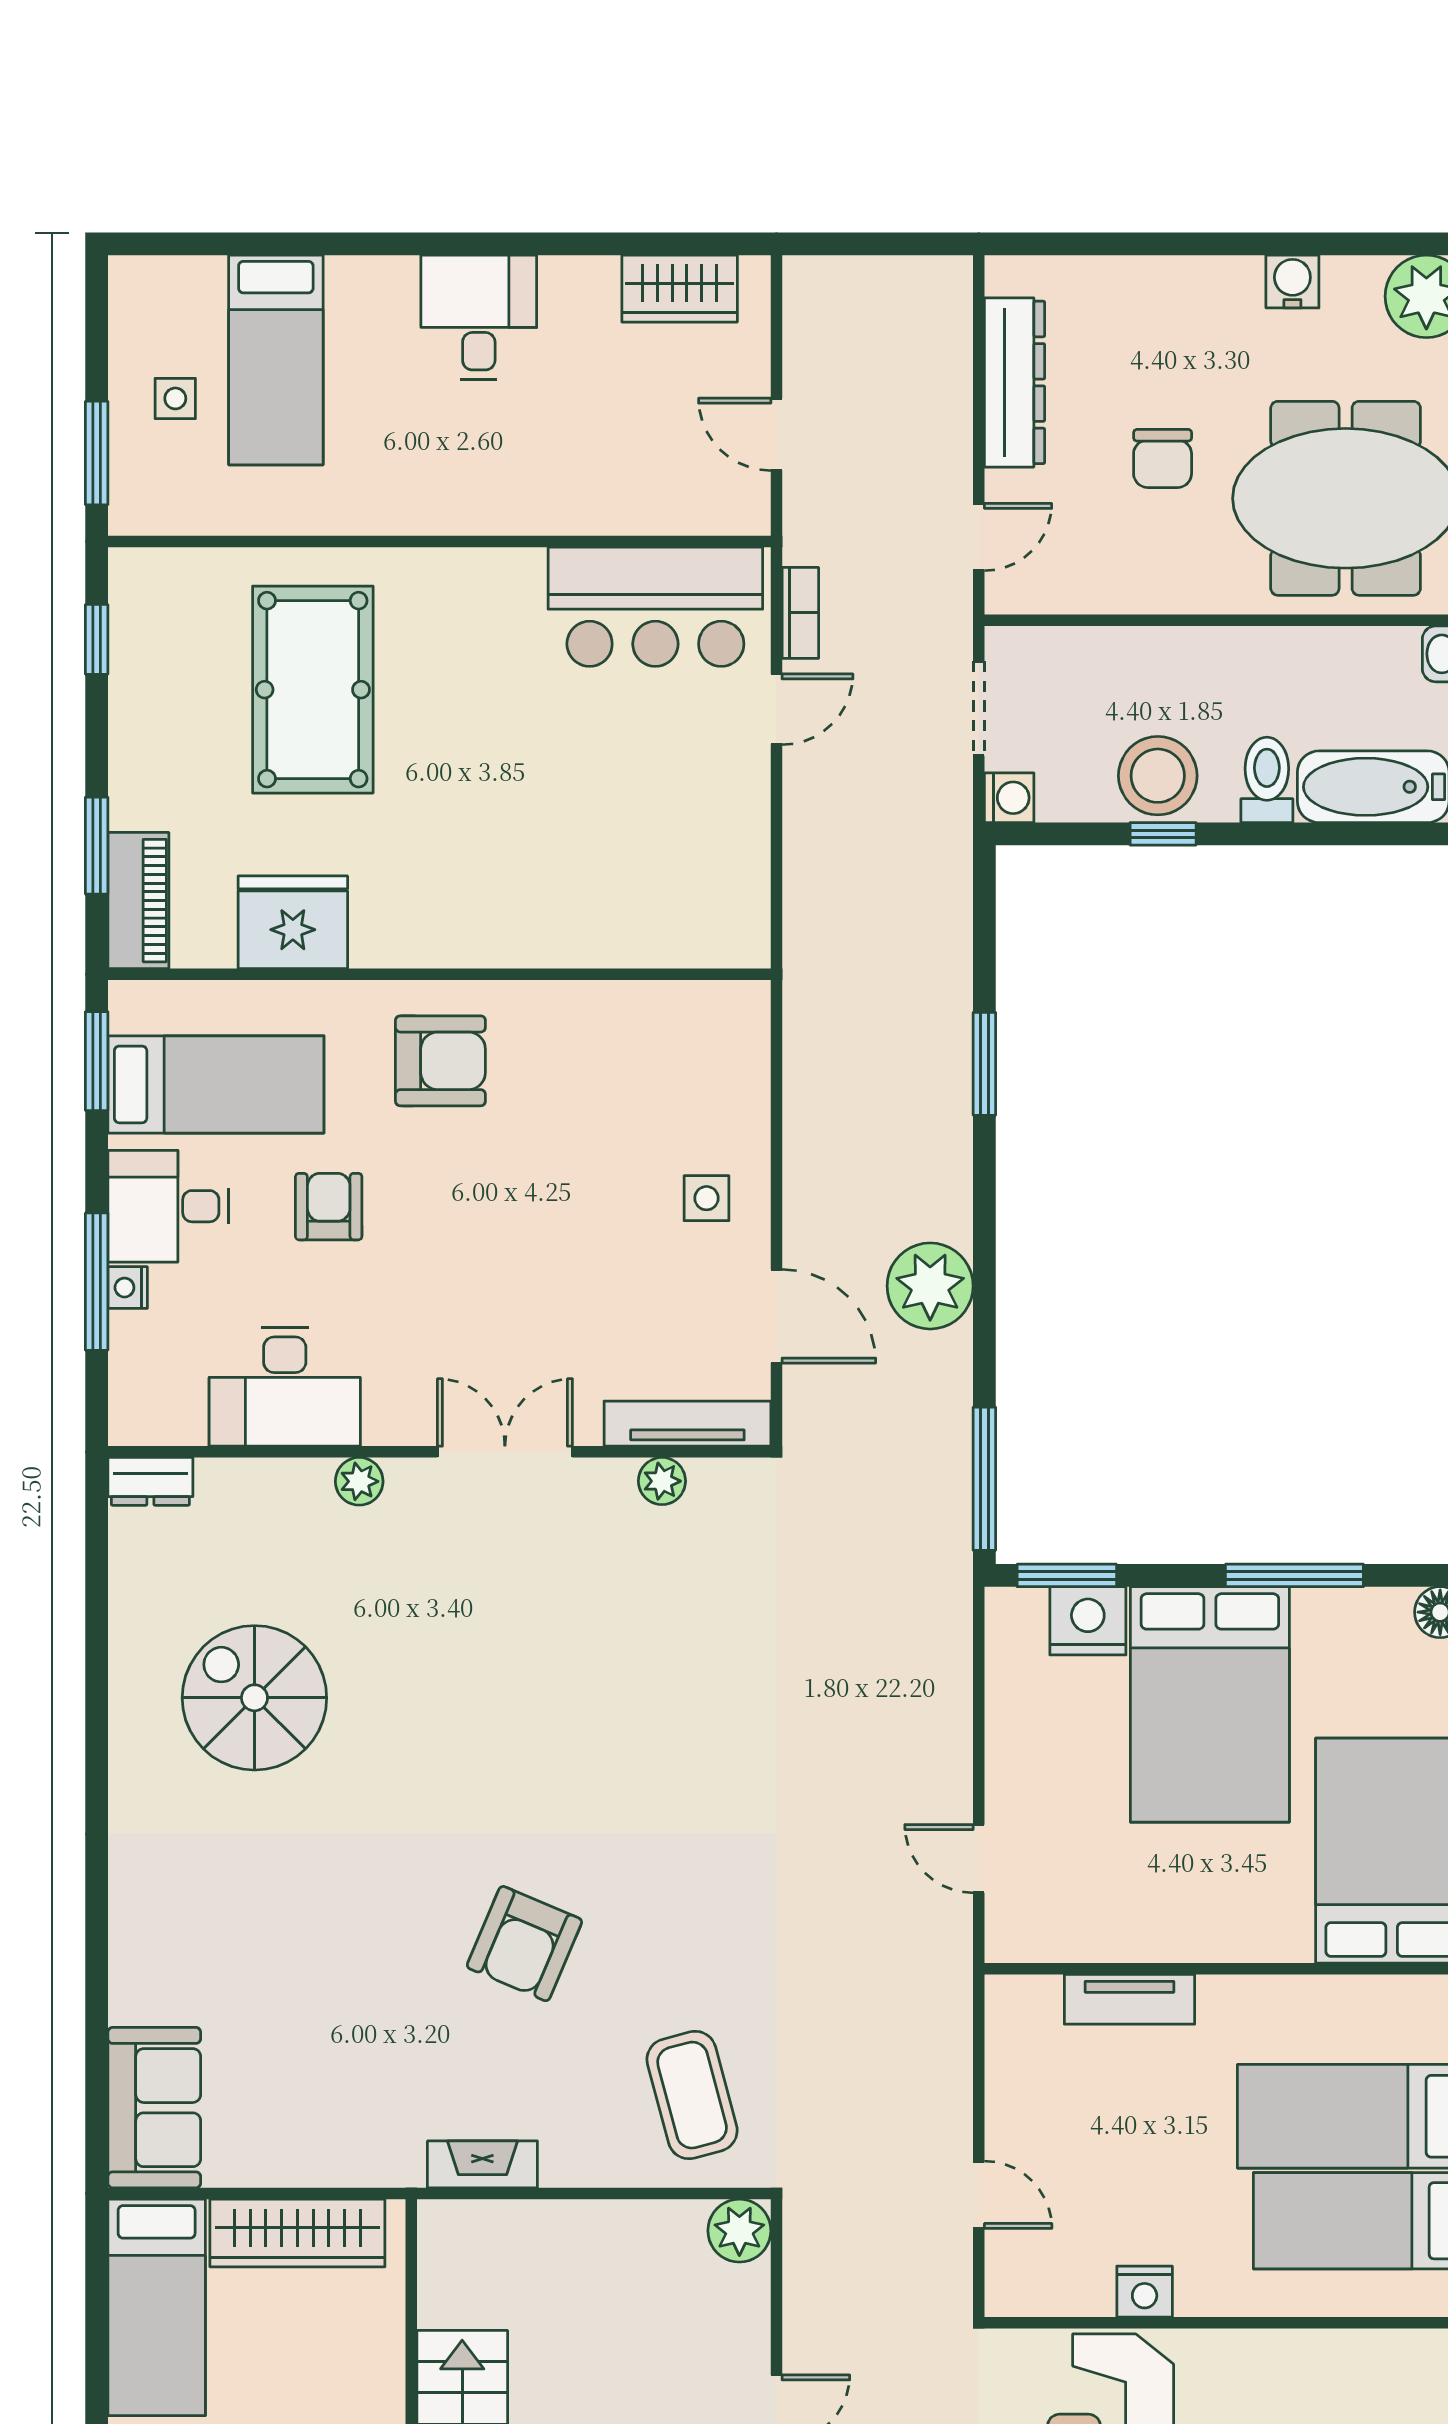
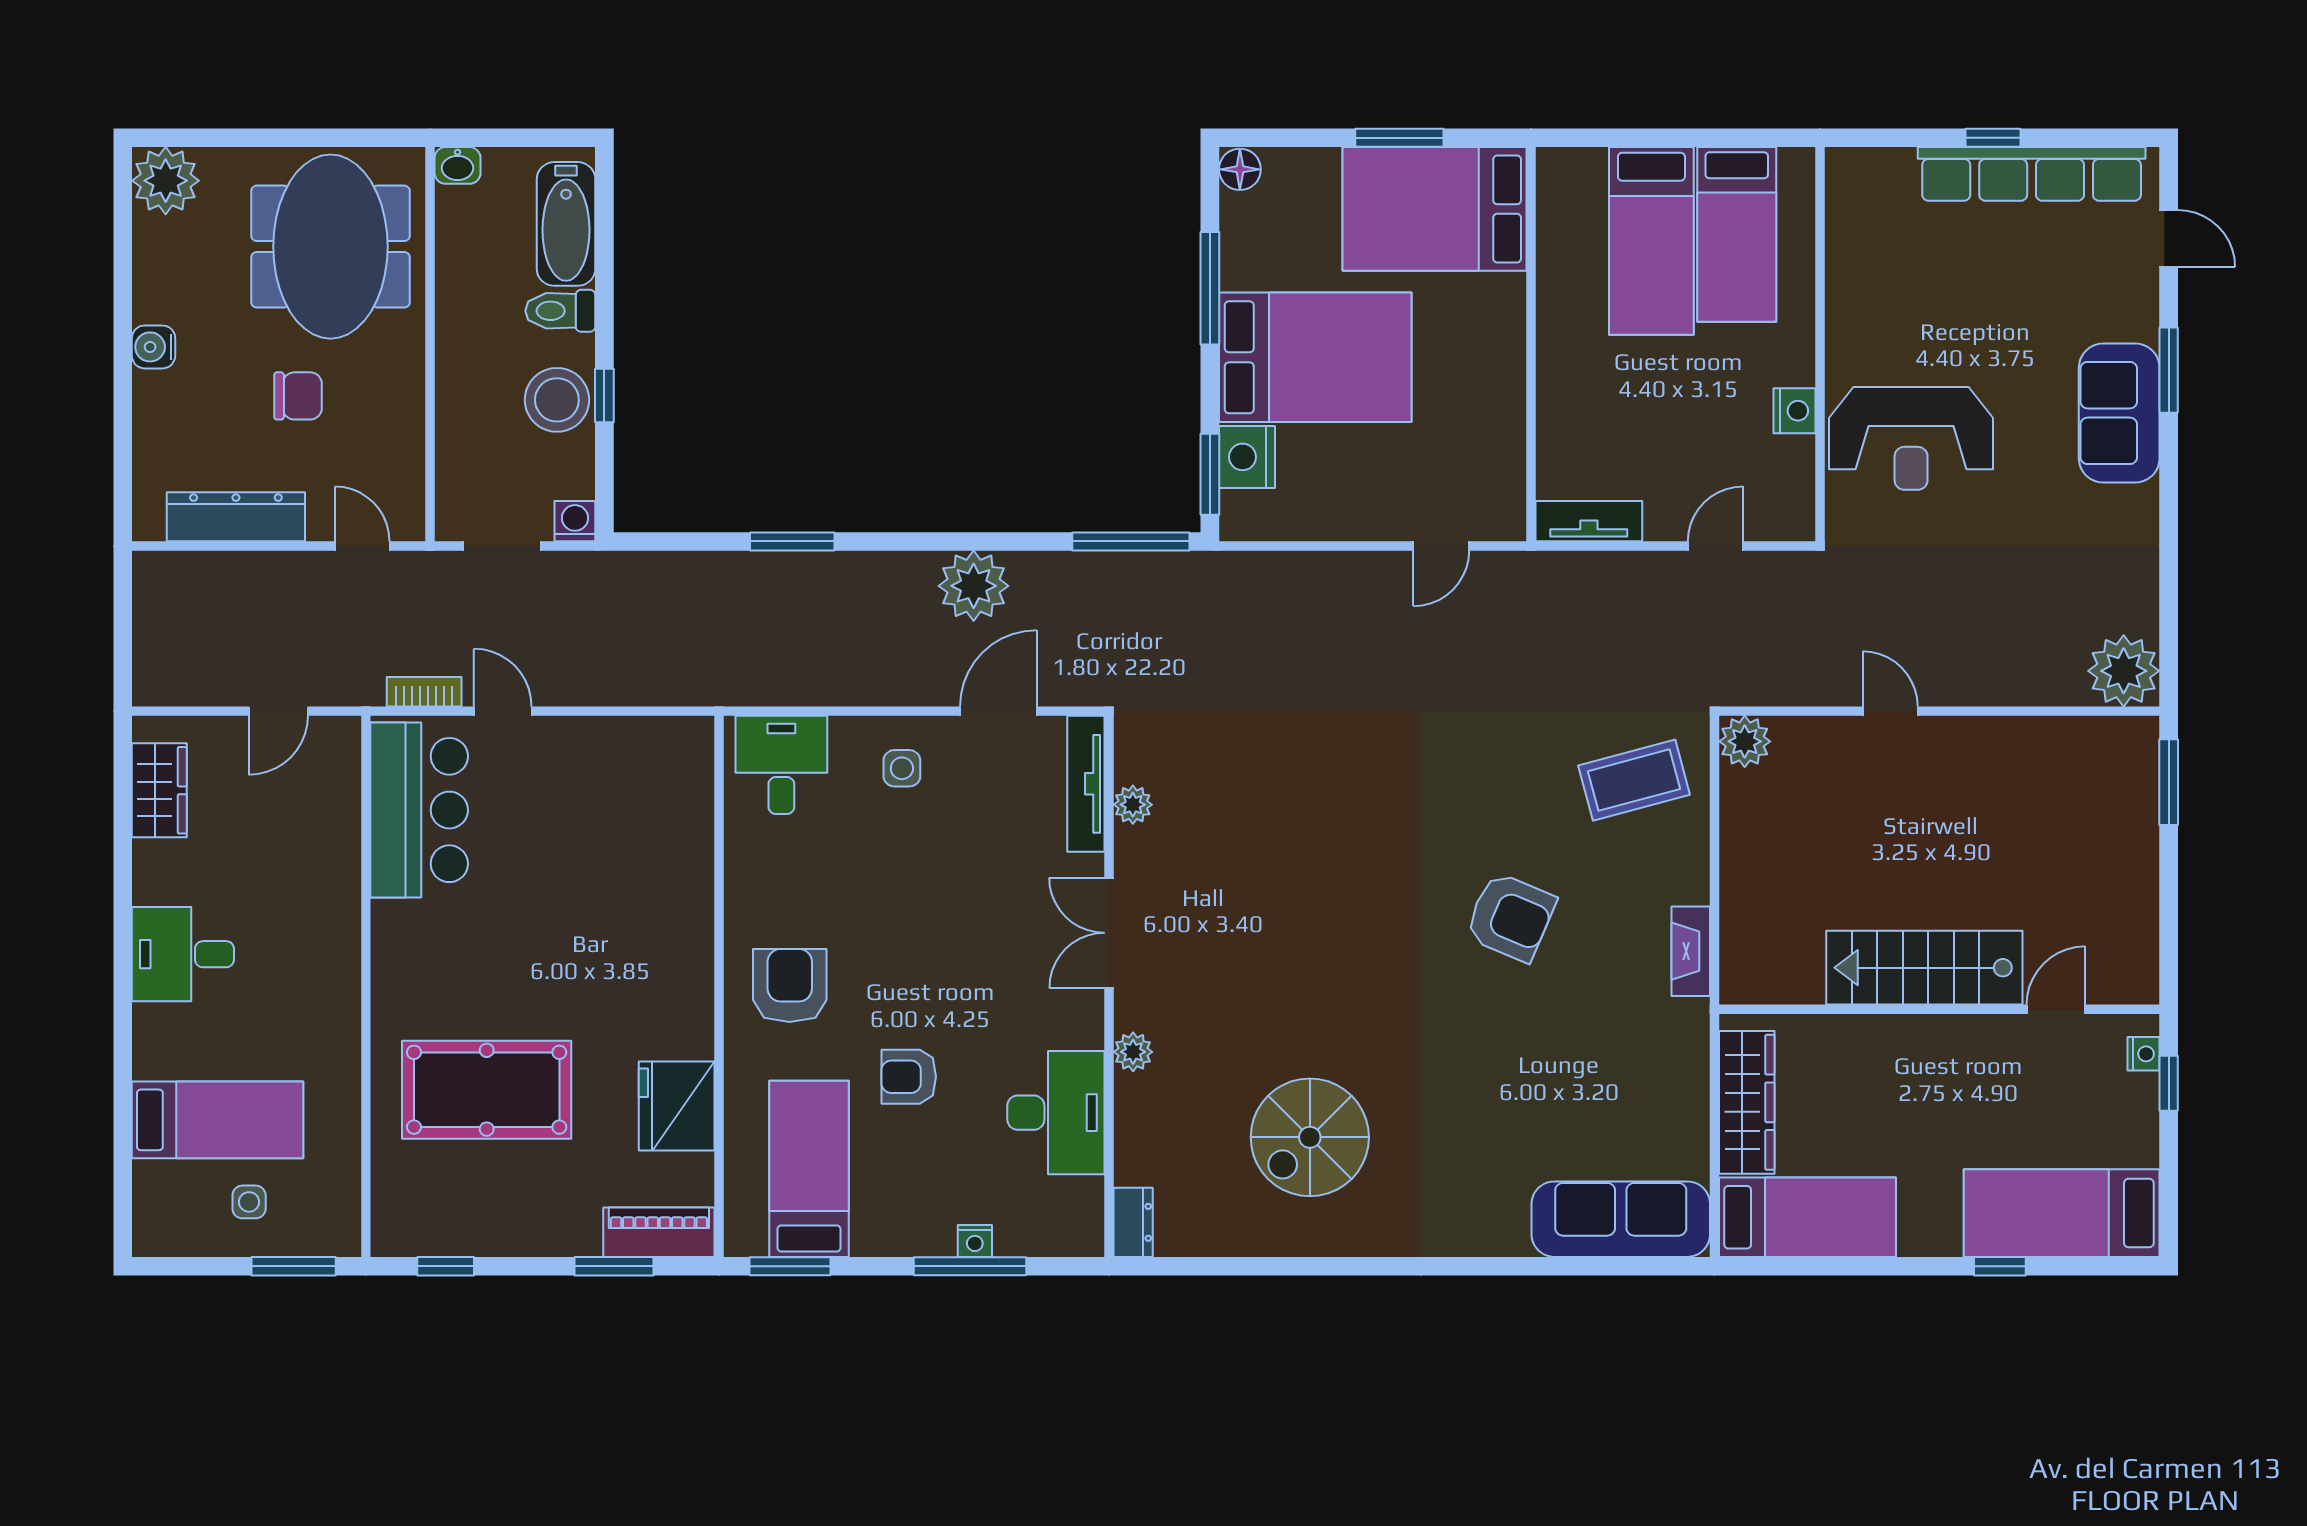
water cooler: (1292, 282) -> (154, 347), moved
desk: (168, 1206) -> (781, 765), moved, turned 180
tv unit: (1130, 1999) -> (1589, 521), moved, turned -90
sofa: (154, 2108) -> (1621, 1219), width x1.36

